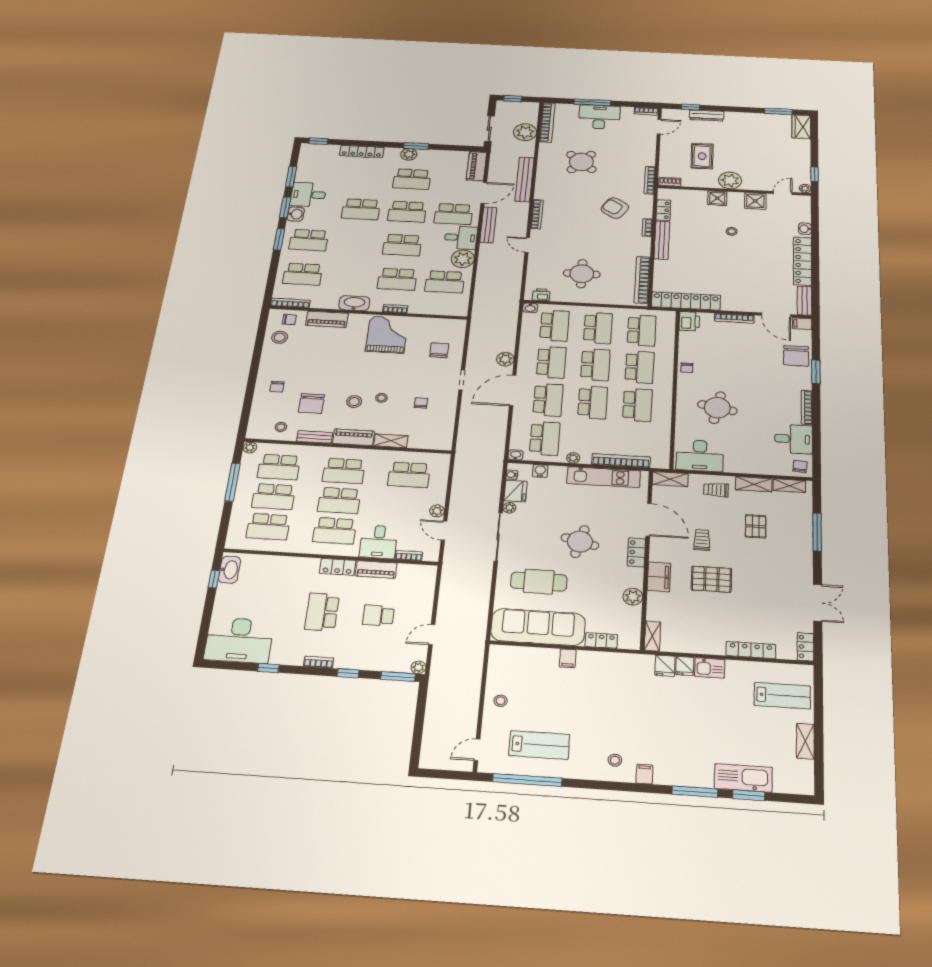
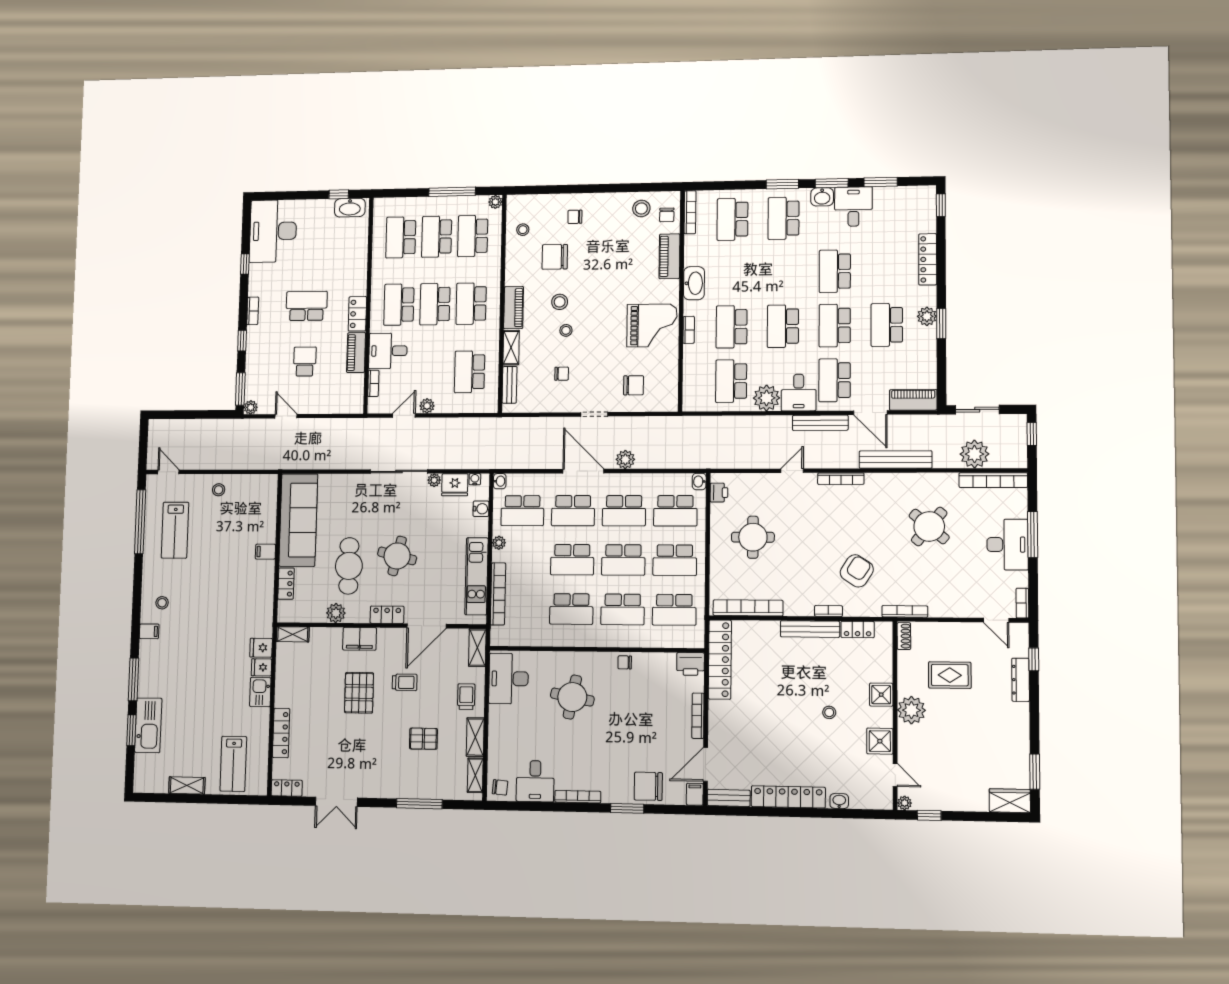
bench: (315, 437) -> (510, 385), moved
cafe table: (539, 582) -> (349, 566), moved

